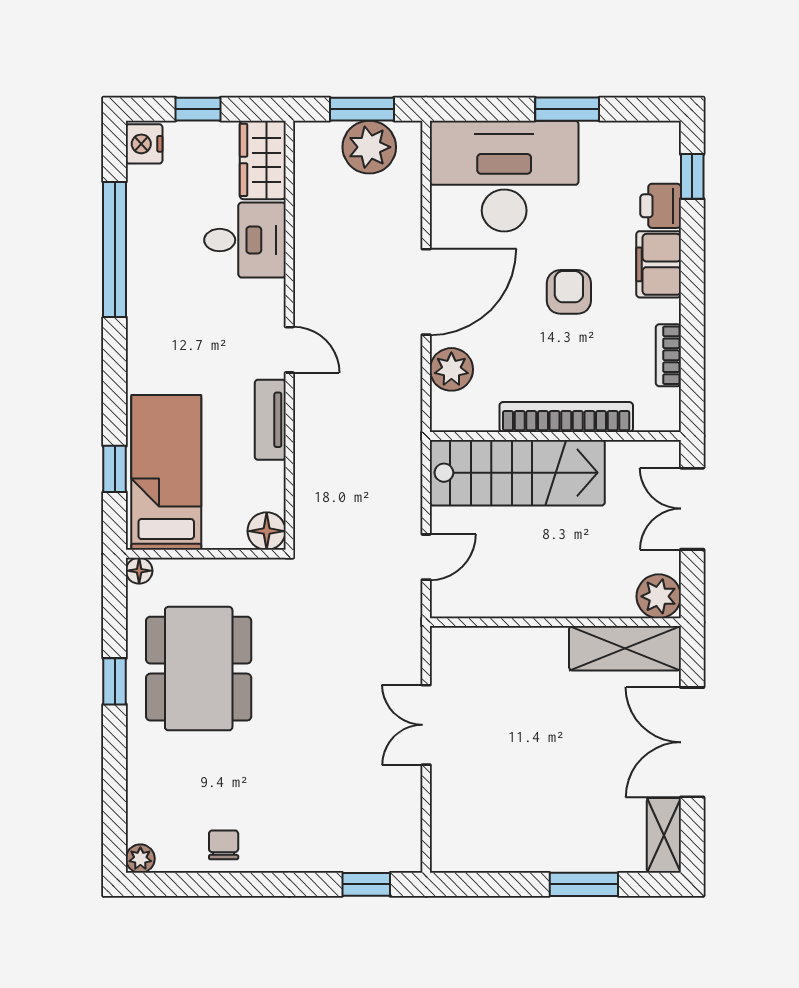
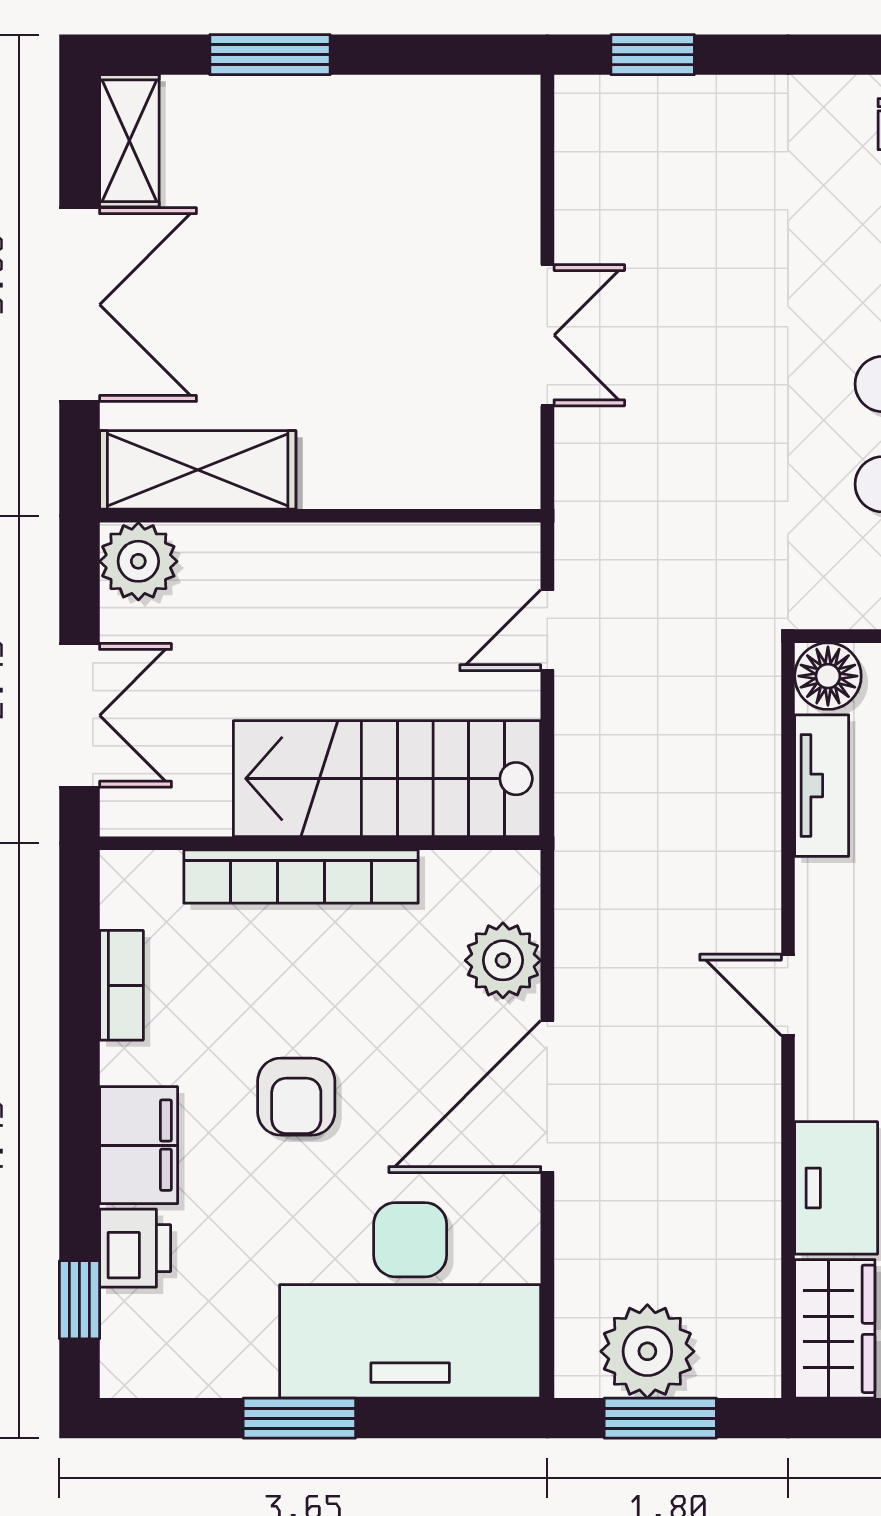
tv unit: (270, 420) -> (822, 786), moved

